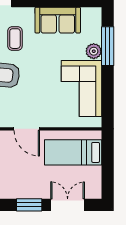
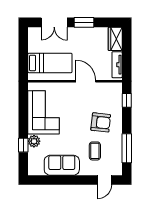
window: (108, 46) -> (23, 145), width x0.46

